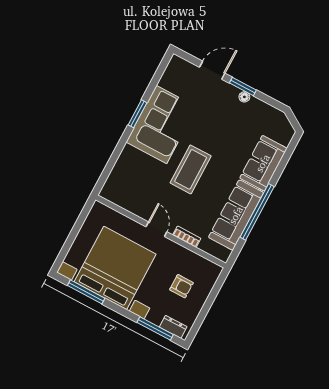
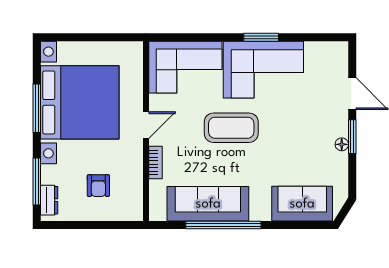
sofa: (263, 163) -> (302, 204), moved
corner sofa: (130, 179) -> (185, 67), added
window: (86, 292) -> (37, 108), moved

